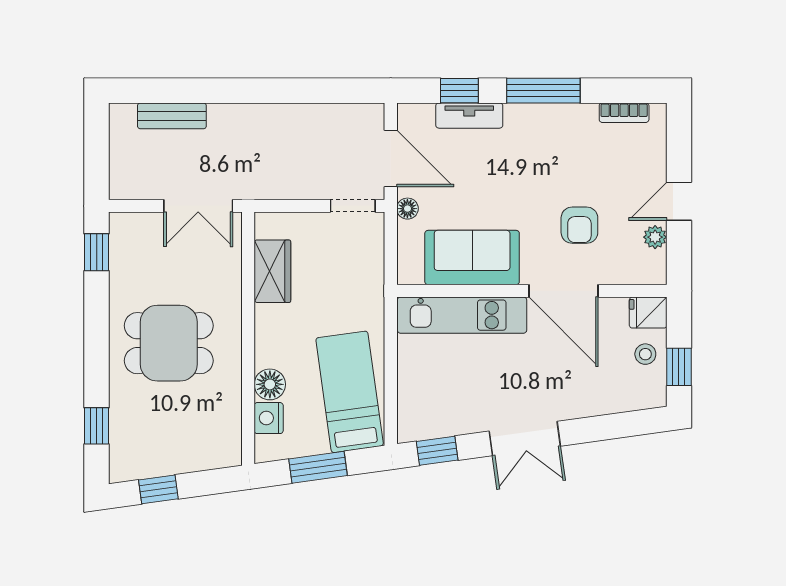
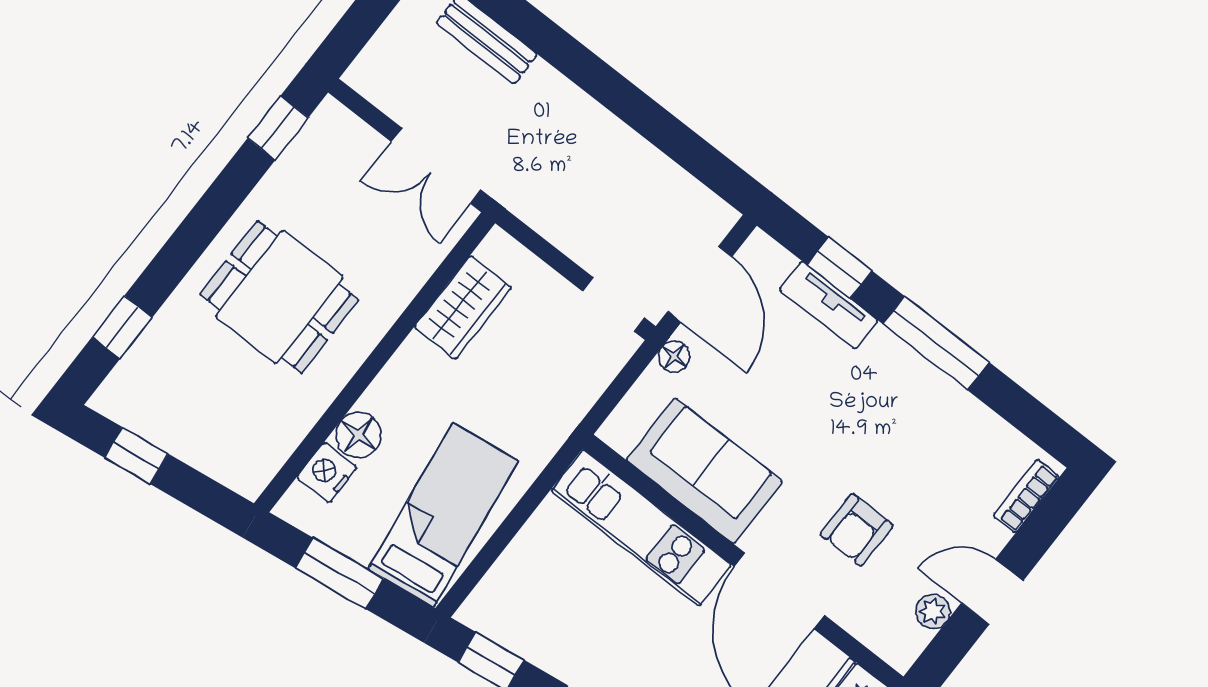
bookcase: (624, 113) -> (1026, 496), moved, turned 90

